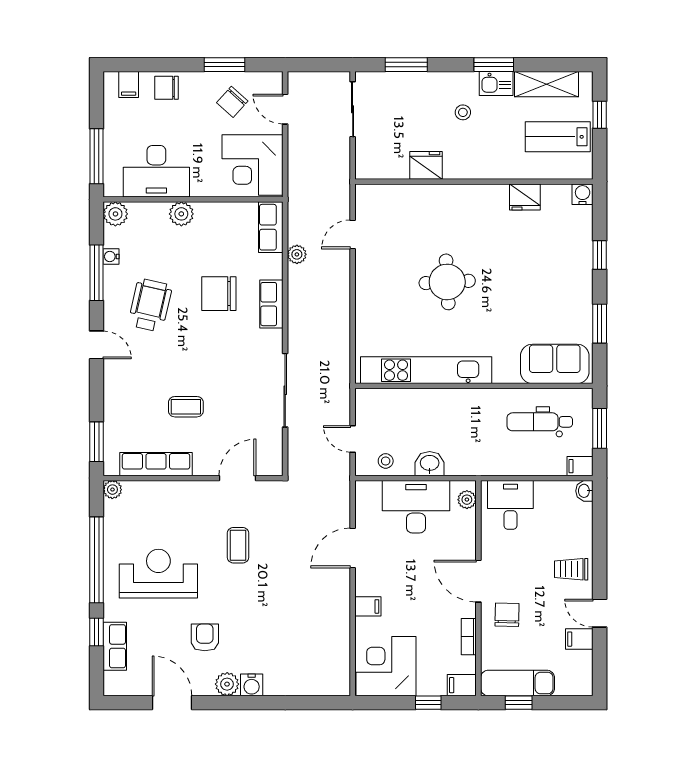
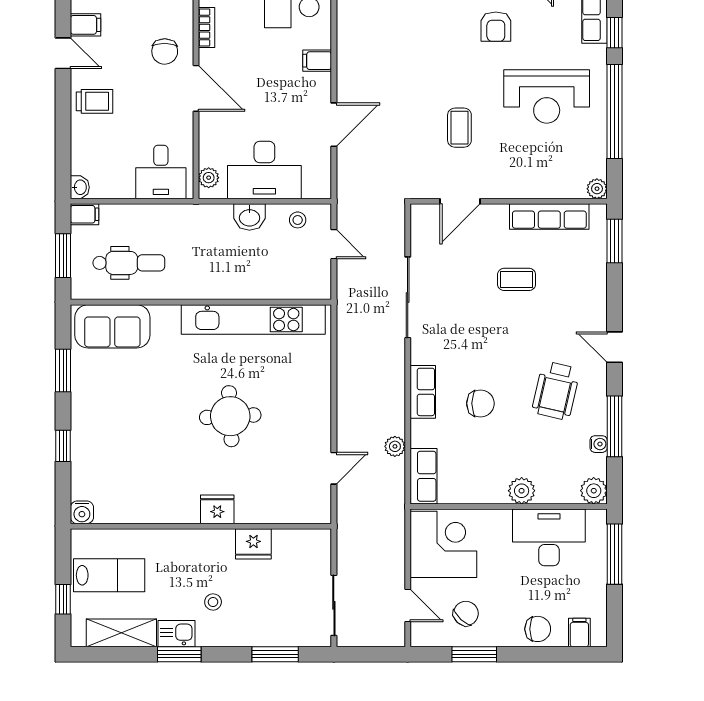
fridge: (525, 197) -> (217, 509), moved
chair: (219, 294) -> (480, 403), width x0.73, depth x0.73

